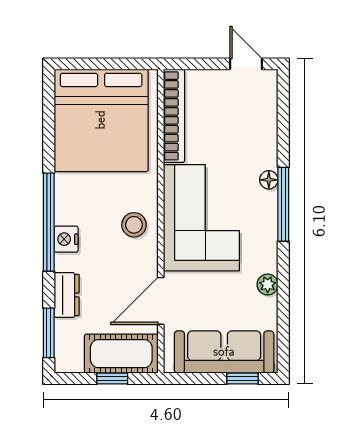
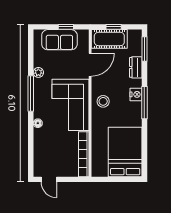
bed: (101, 120) -> (125, 152), width x0.73
window: (283, 204) -> (31, 93), moved
window: (49, 222) -> (144, 103), width x0.68
sofa: (224, 352) -> (59, 40), width x0.73
window: (243, 378) -> (66, 27), moved

